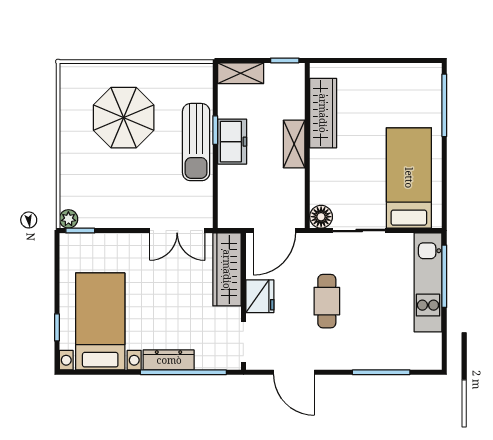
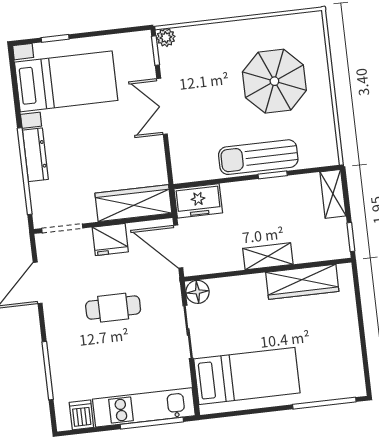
freezer: (232, 142) -> (198, 201), moved
double door: (177, 231) -> (162, 106), moved
dishwasher: (428, 344) -> (81, 415), added

